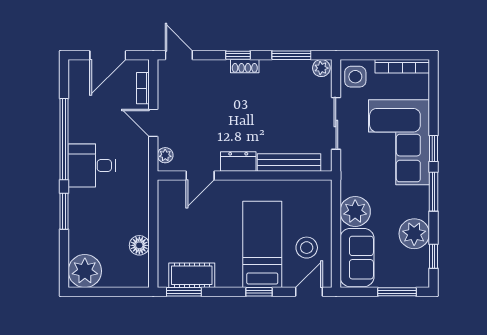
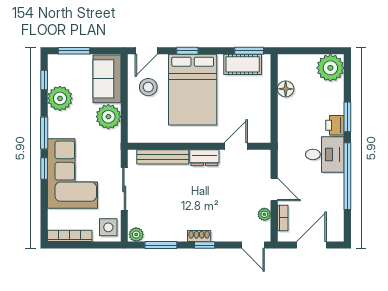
plant: (165, 155) -> (264, 214), moved
printer: (79, 201) -> (335, 125), added
bed: (262, 244) -> (193, 90), width x1.50

